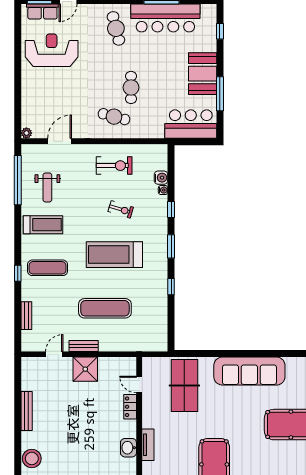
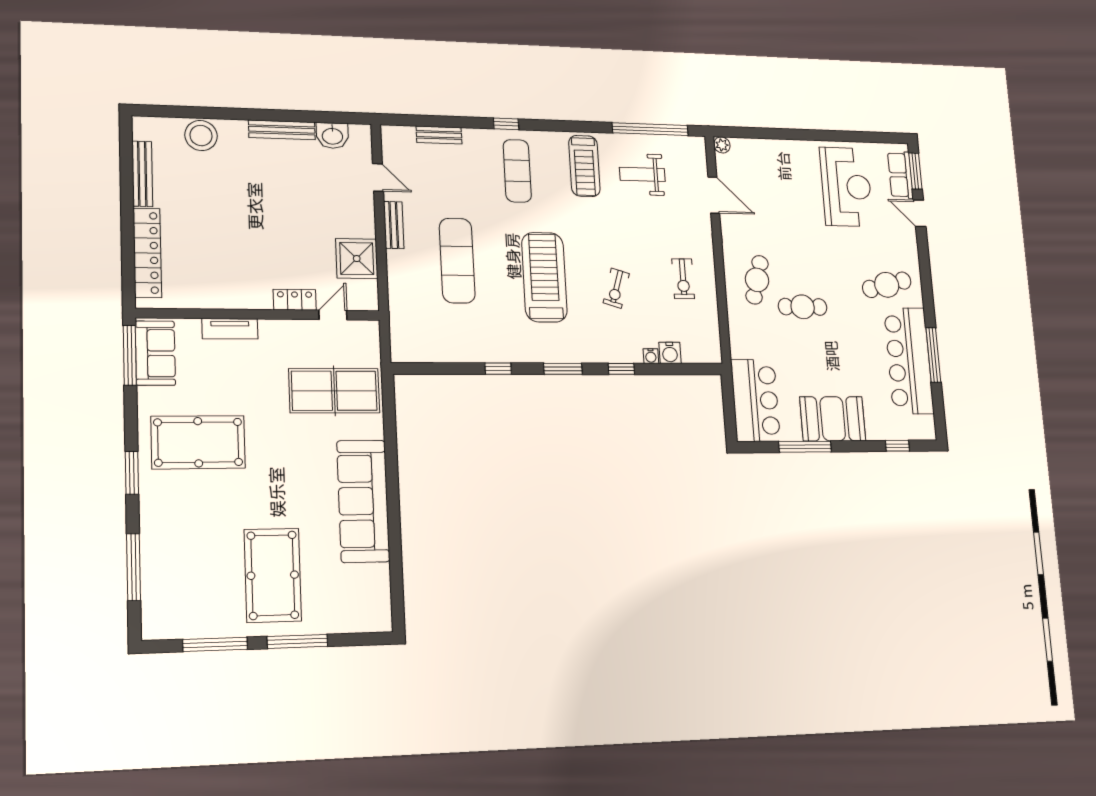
exercise bike: (114, 166) -> (683, 279), width x0.73, depth x0.72
shower: (85, 369) -> (357, 259), moved
washbasin: (128, 448) -> (332, 136), moved, turned 180

